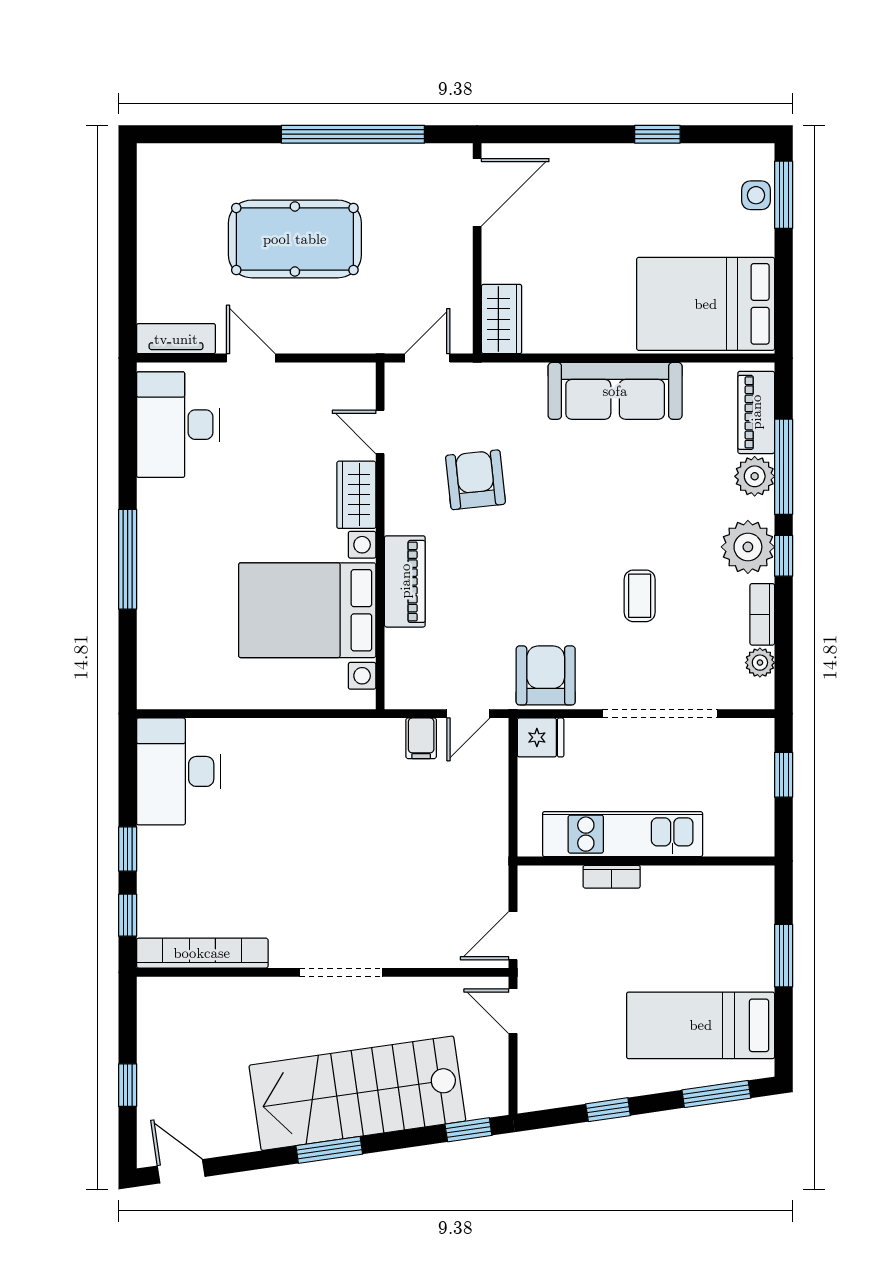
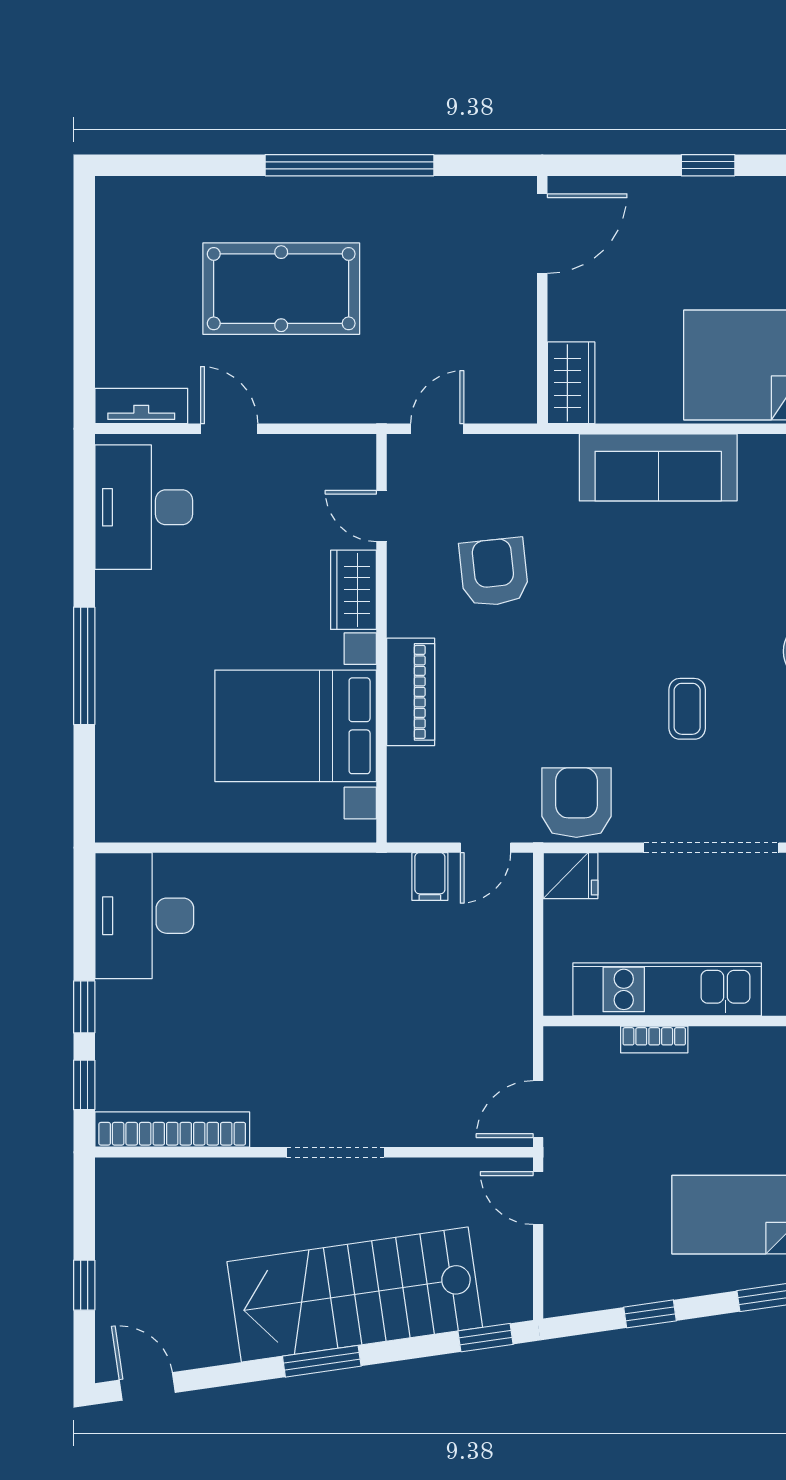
door: (477, 192) -> (542, 234), moved
wall: (477, 248) -> (542, 300), moved
wardrobe: (502, 319) -> (571, 383), moved

